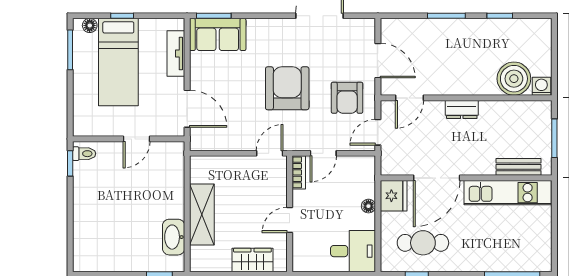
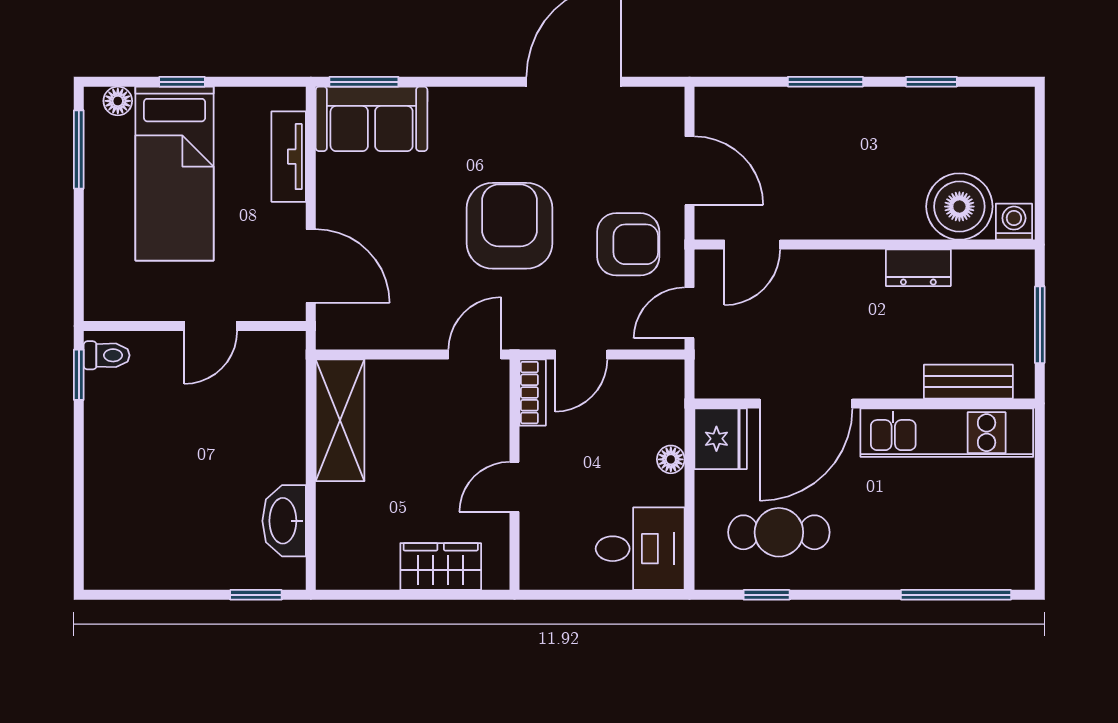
armchair: (347, 98) -> (628, 244), turned -90
dresser: (462, 110) -> (918, 268), moved
shelving: (202, 214) -> (340, 420), moved

